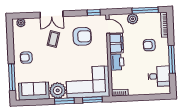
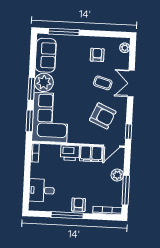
armchair: (82, 36) -> (103, 116), turned -66
armchair: (149, 45) -> (78, 205), moved
armchair: (26, 58) -> (97, 55), moved
desk: (159, 76) -> (42, 190), moved, turned 90

